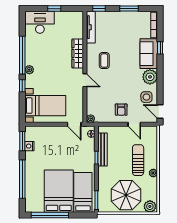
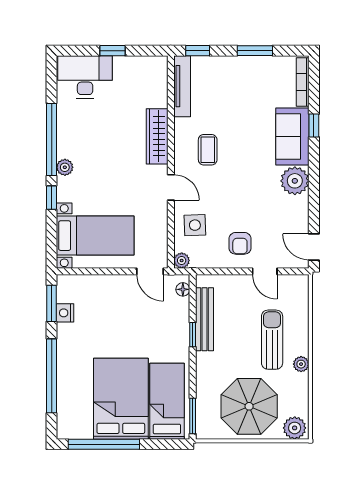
side table: (146, 97) -> (195, 225), moved

